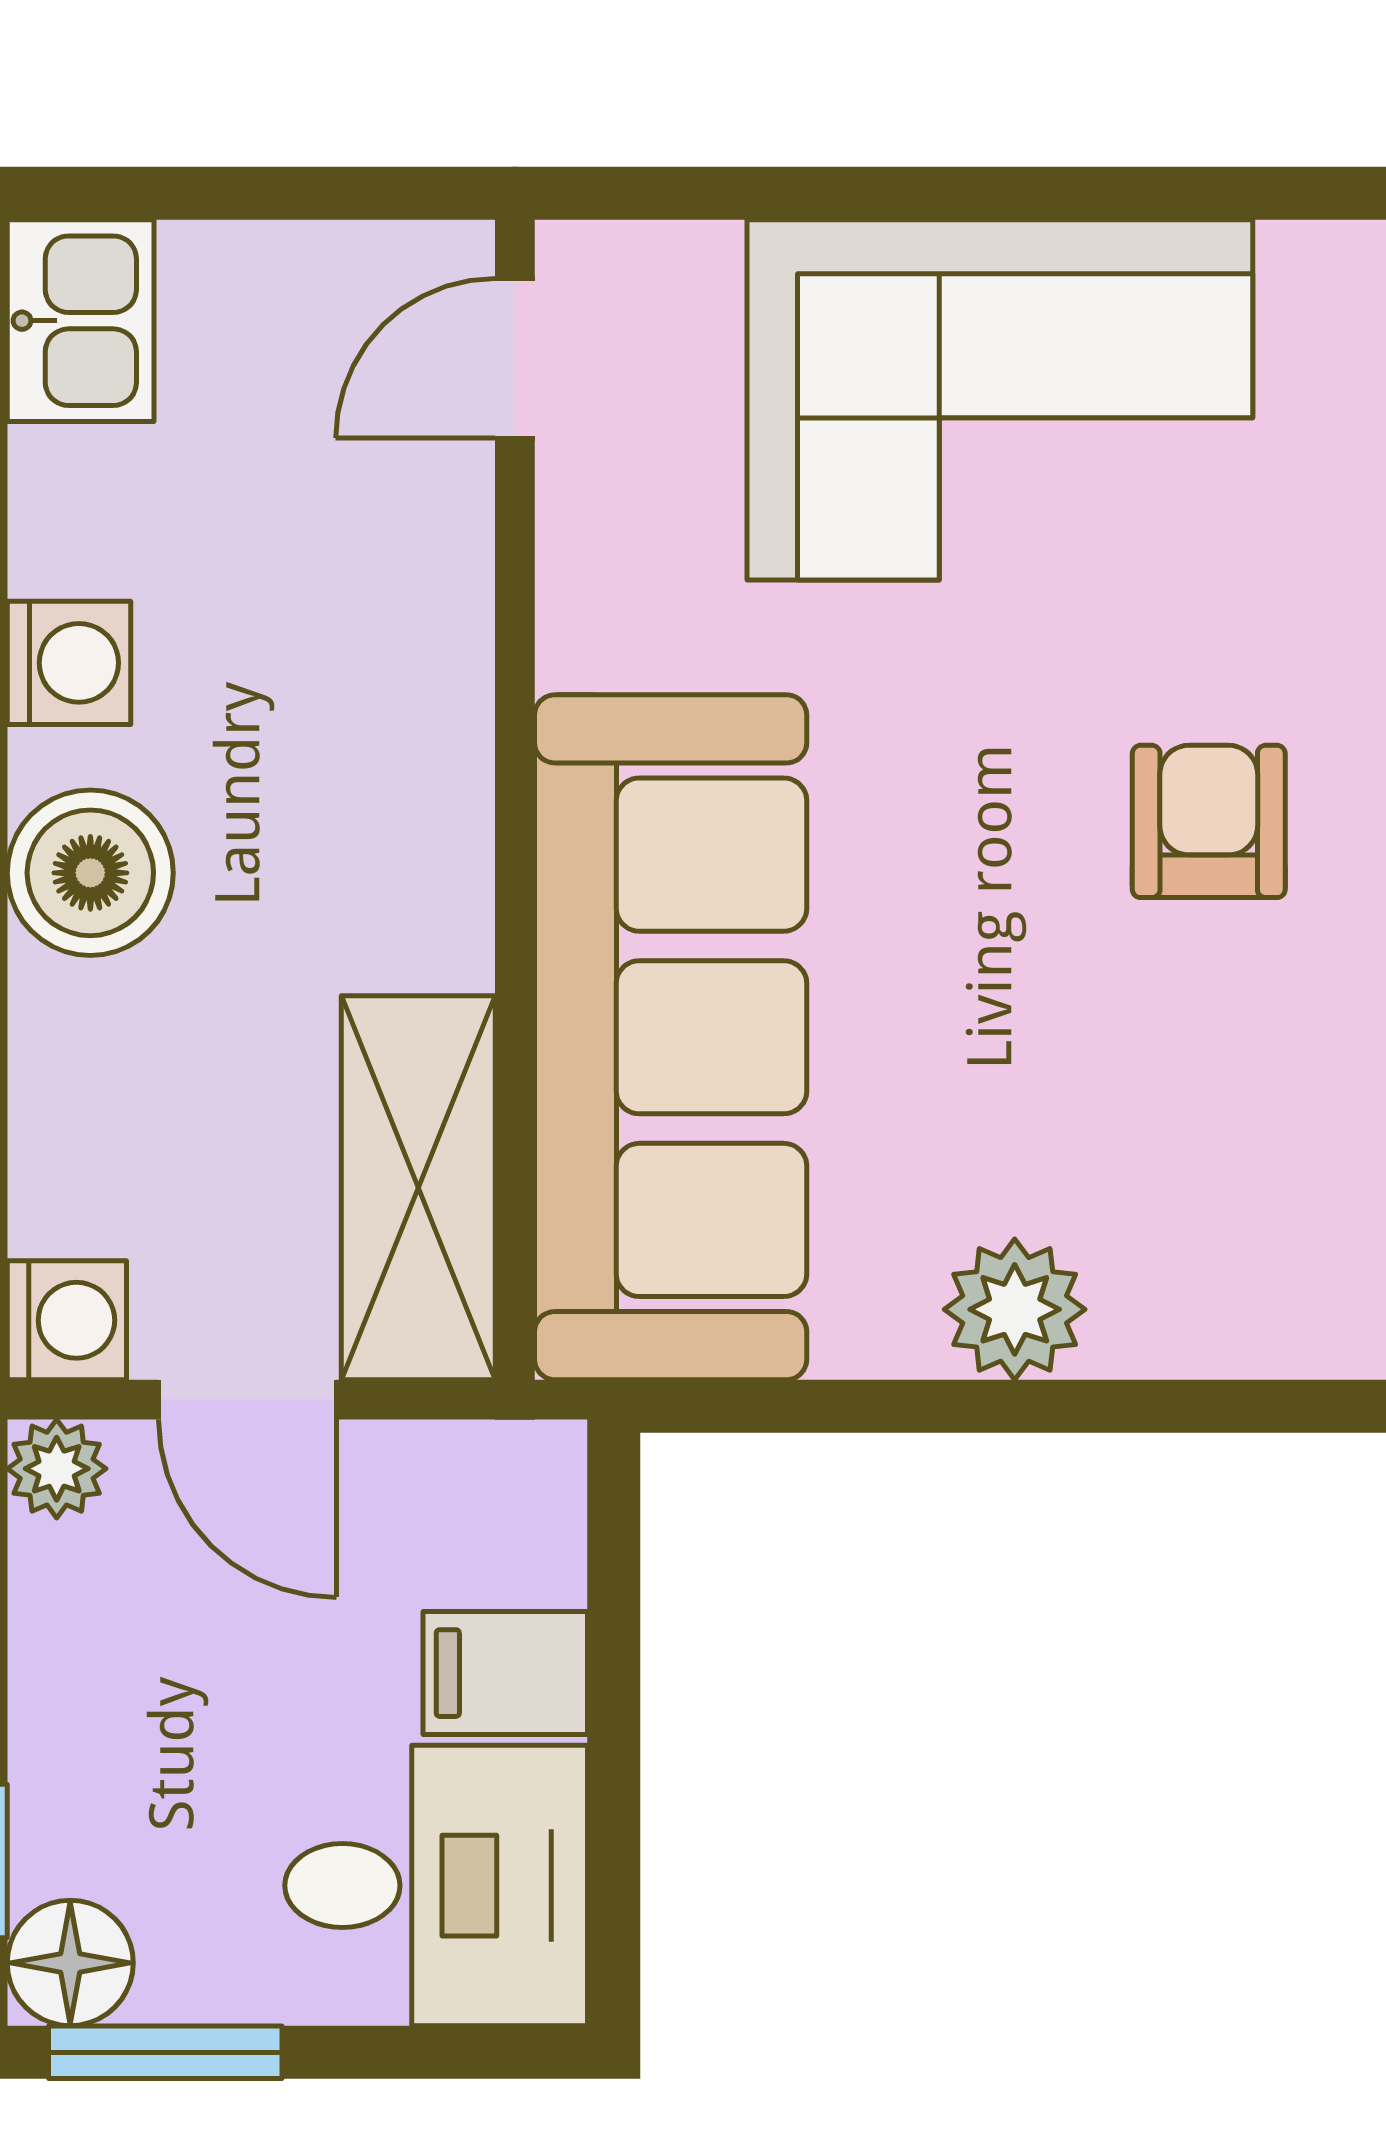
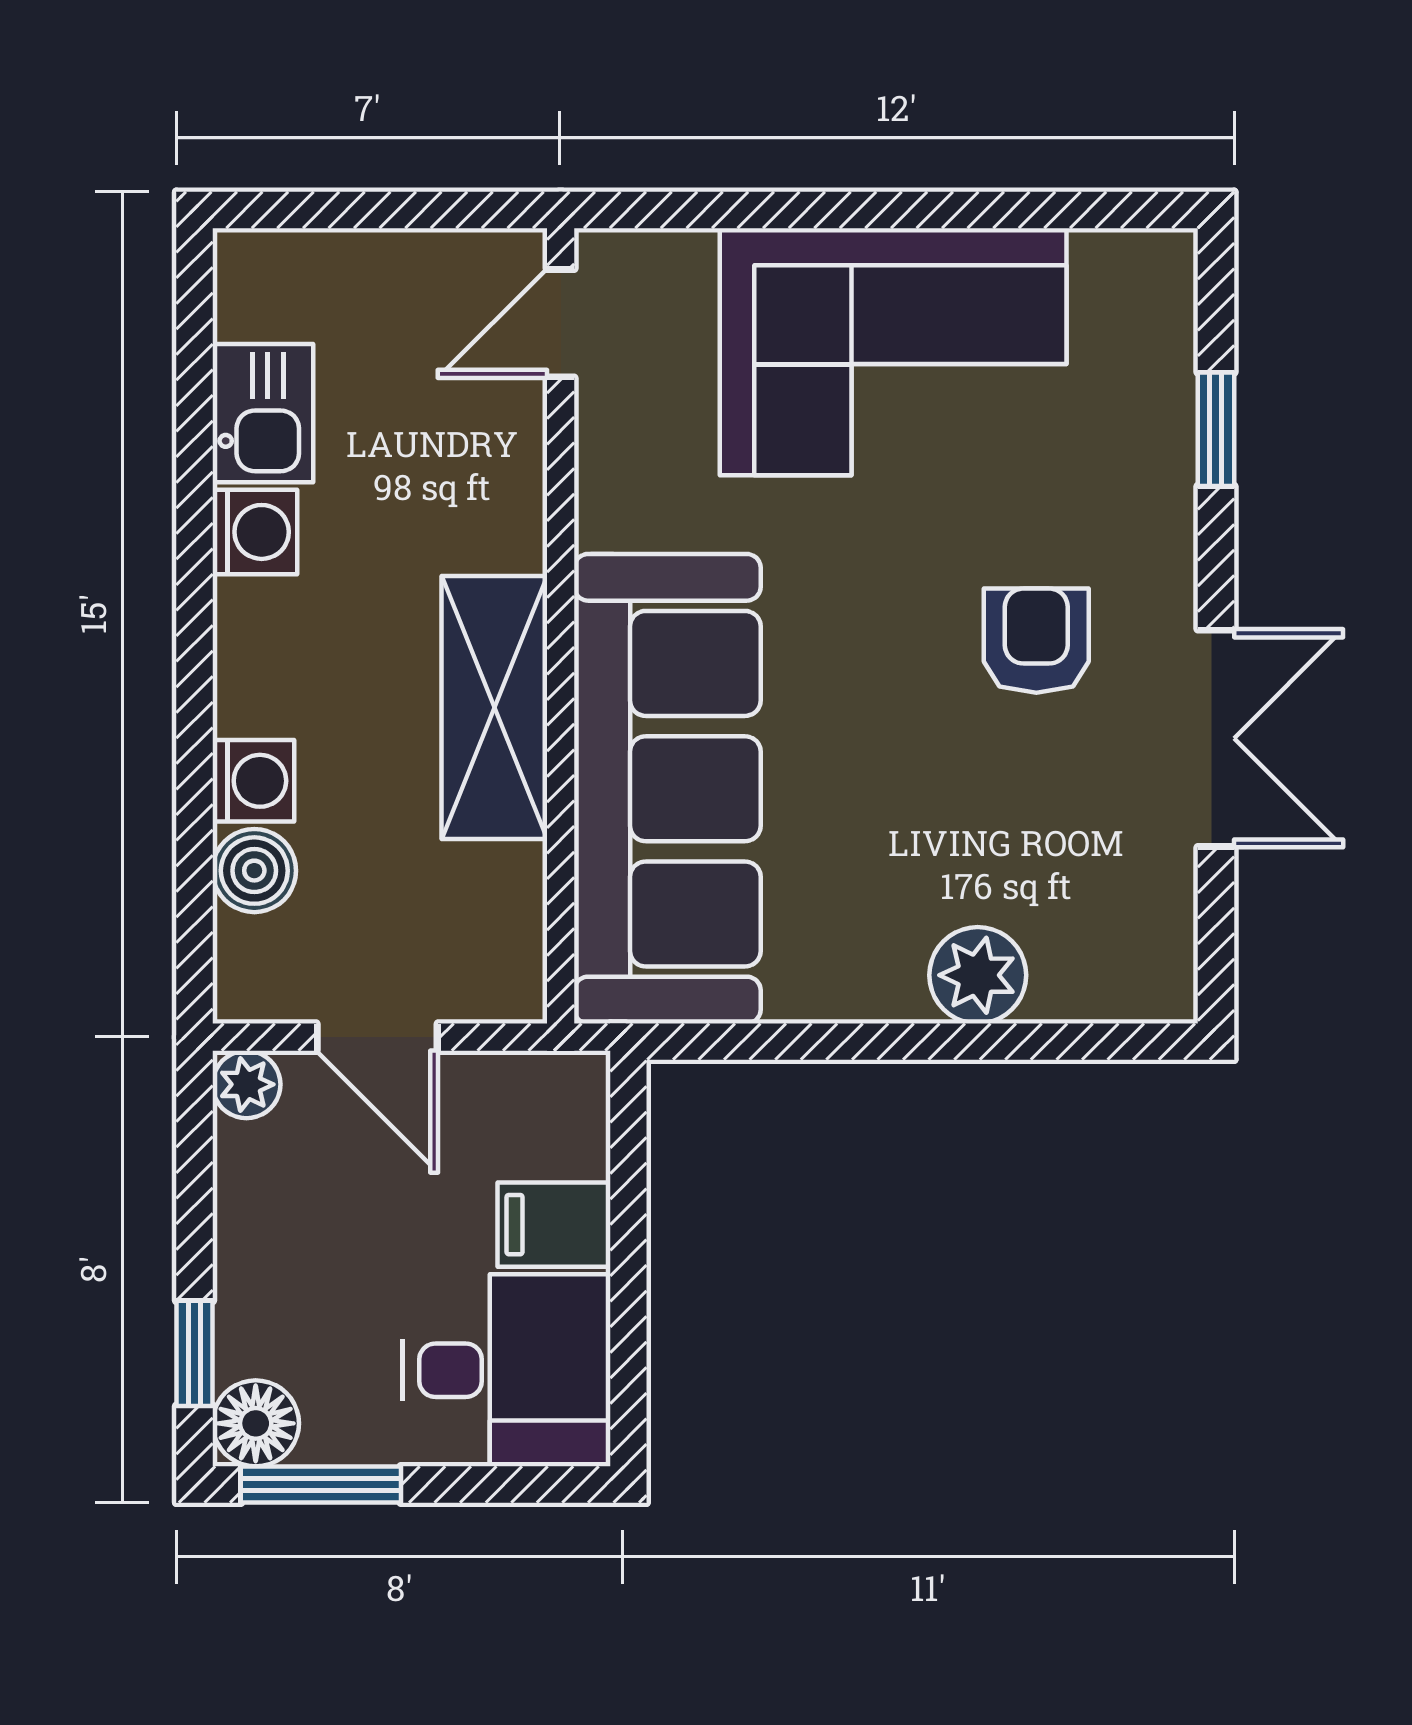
kitchen sink: (81, 321) -> (263, 413), moved
boiler: (90, 873) -> (254, 871), moved, width x0.73, depth x0.73
shelving: (418, 1188) -> (494, 707), moved
plant: (1015, 1309) -> (978, 975), moved
washing machine: (67, 1320) -> (253, 781), moved

